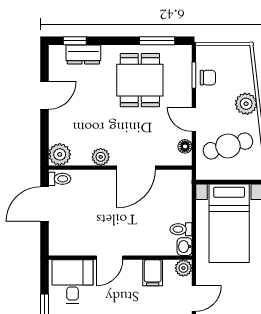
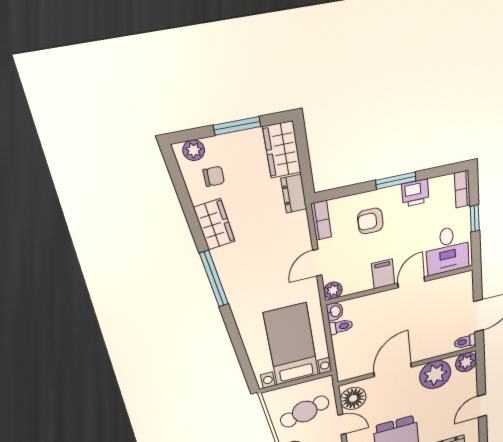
floor lamp: (185, 146) -> (353, 398), width x1.89, depth x1.89
plant: (101, 157) -> (435, 375), width x1.88, depth x1.88
filing cabinet: (153, 273) -> (383, 274), moved

